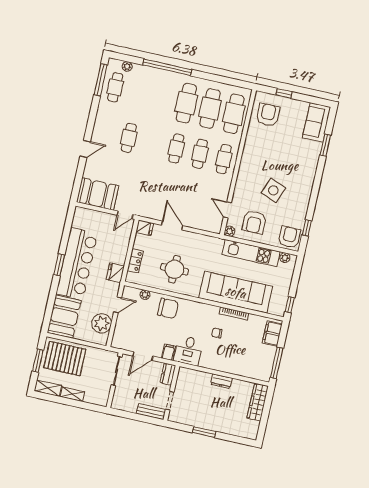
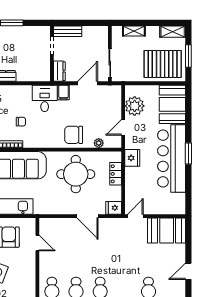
plant: (230, 231) -> (31, 223), removed
round table: (174, 269) -> (76, 174), width x1.36, depth x1.36
shelving: (72, 394) -> (134, 31), moved

